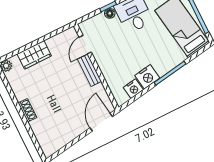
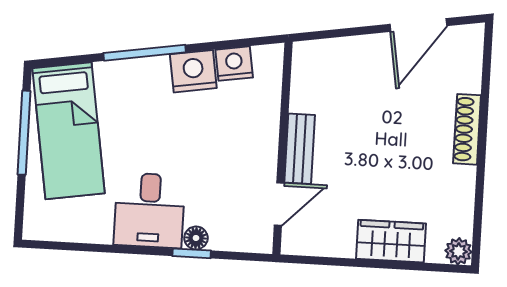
shoe rack: (27, 110) -> (467, 129), width x1.43
door: (101, 122) -> (418, 25), moved

